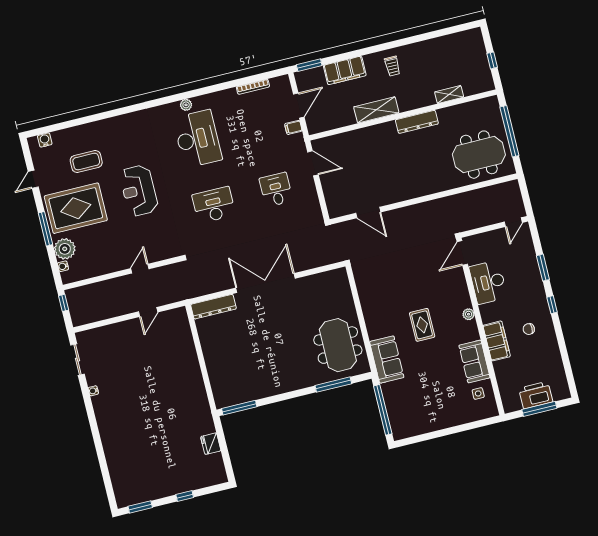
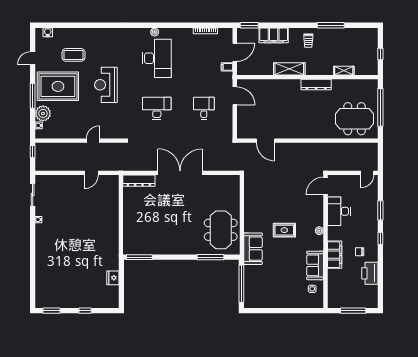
window: (417, 39) -> (331, 25), added
rug: (422, 325) -> (284, 230), turned 90
printer: (536, 395) -> (370, 273), moved, turned -90

